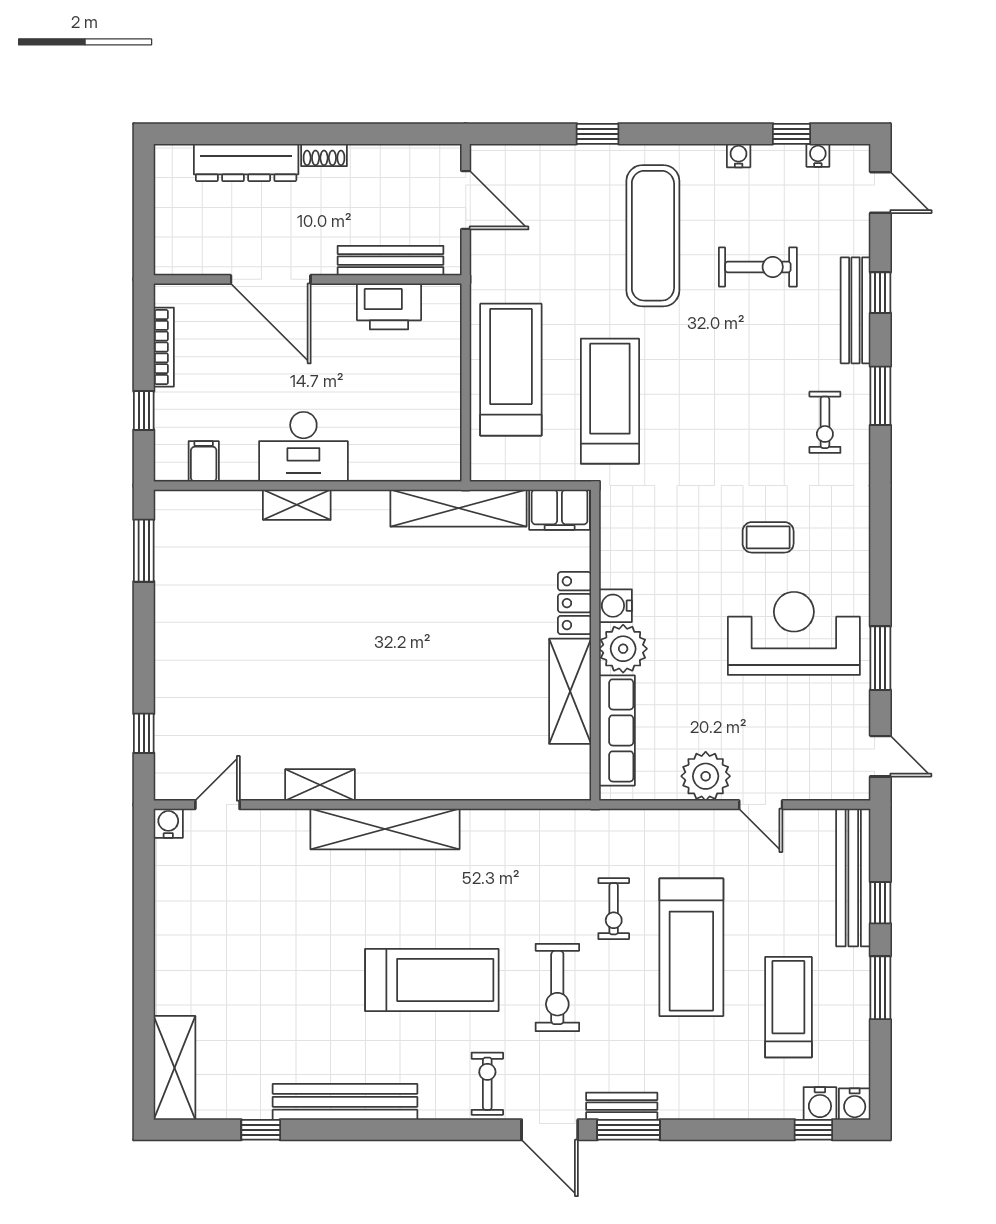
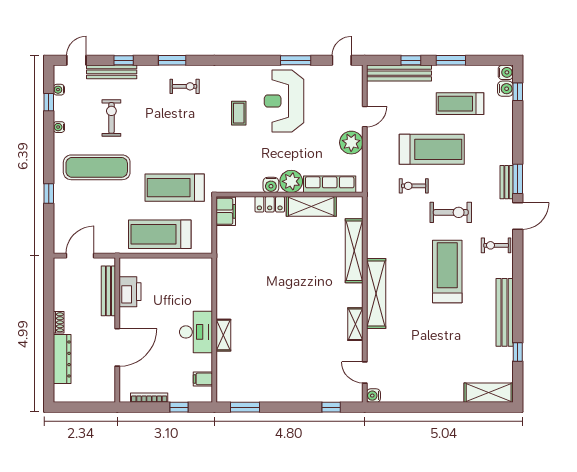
bench: (856, 310) -> (112, 72), moved
shelving: (458, 508) -> (354, 251), moved
exercise bike: (614, 909) -> (414, 186), turned 180

